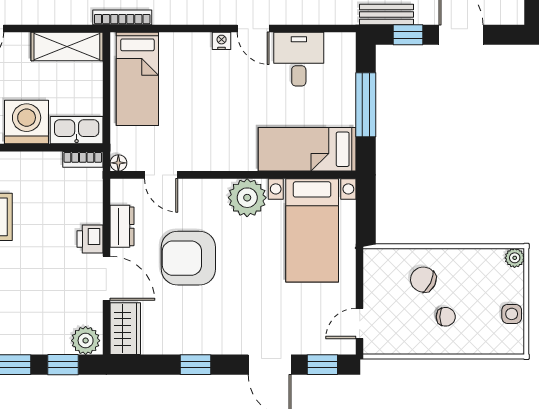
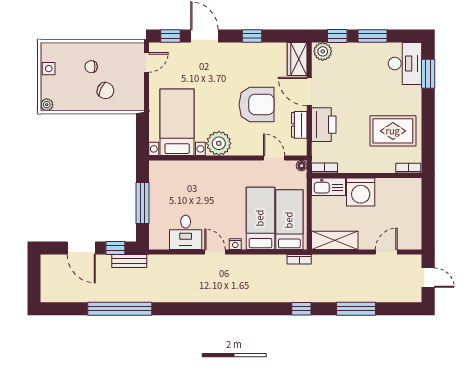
bookcase: (122, 17) -> (299, 259), width x0.64
bed: (307, 149) -> (260, 218), moved, turned -90
printer: (90, 239) -> (324, 125), width x1.87, depth x1.48

